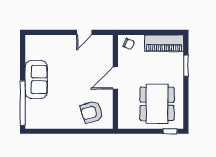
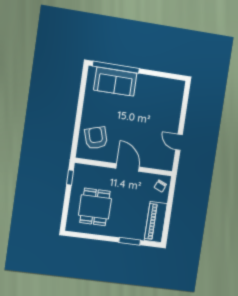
sofa: (36, 79) -> (115, 82), moved
dining table: (157, 104) -> (95, 207), width x0.73
window: (170, 131) -> (70, 178), moved

